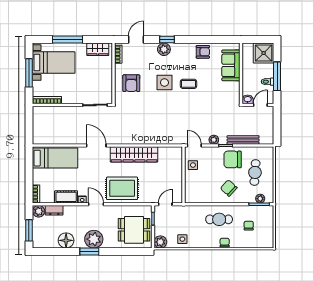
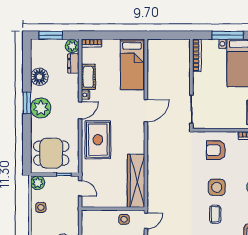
wardrobe: (134, 154) -> (136, 181), moved
dining table: (134, 230) -> (51, 153), turned 90

